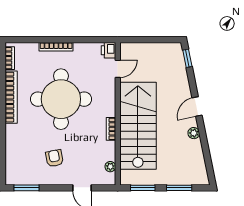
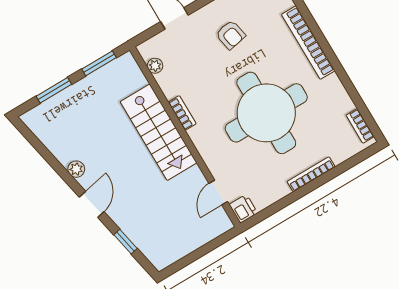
window: (187, 58) -> (126, 242), moved
bookcase: (11, 97) -> (308, 43), moved
stairs: (138, 126) -> (159, 132), width x0.73, depth x0.66

